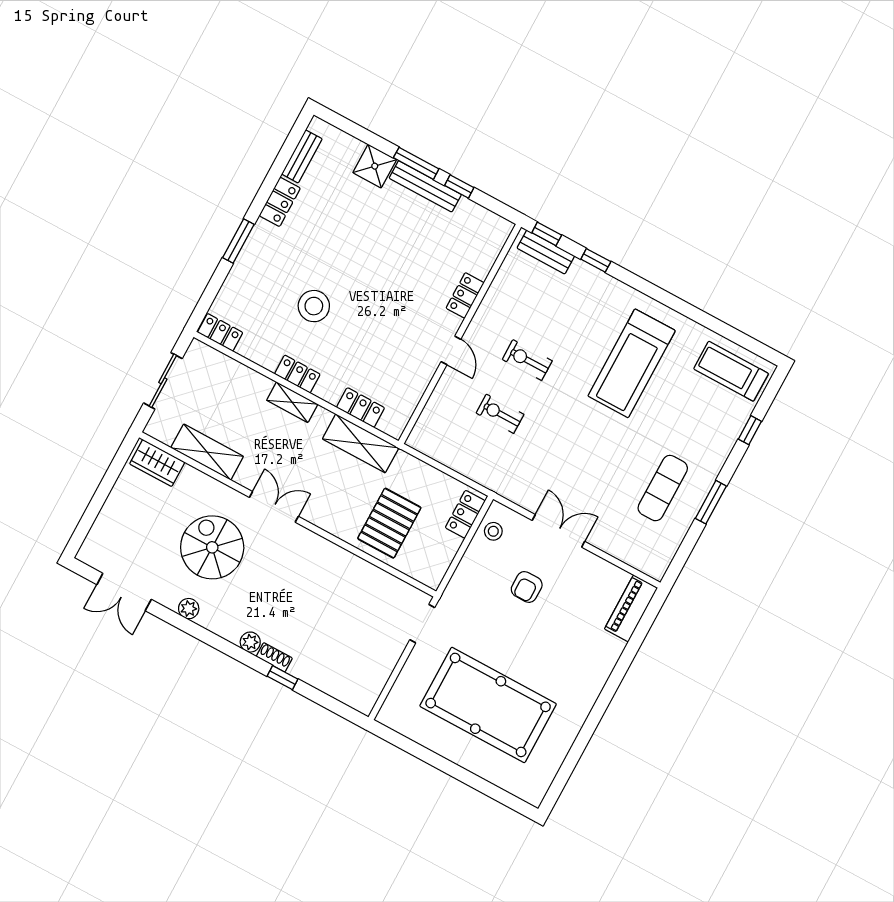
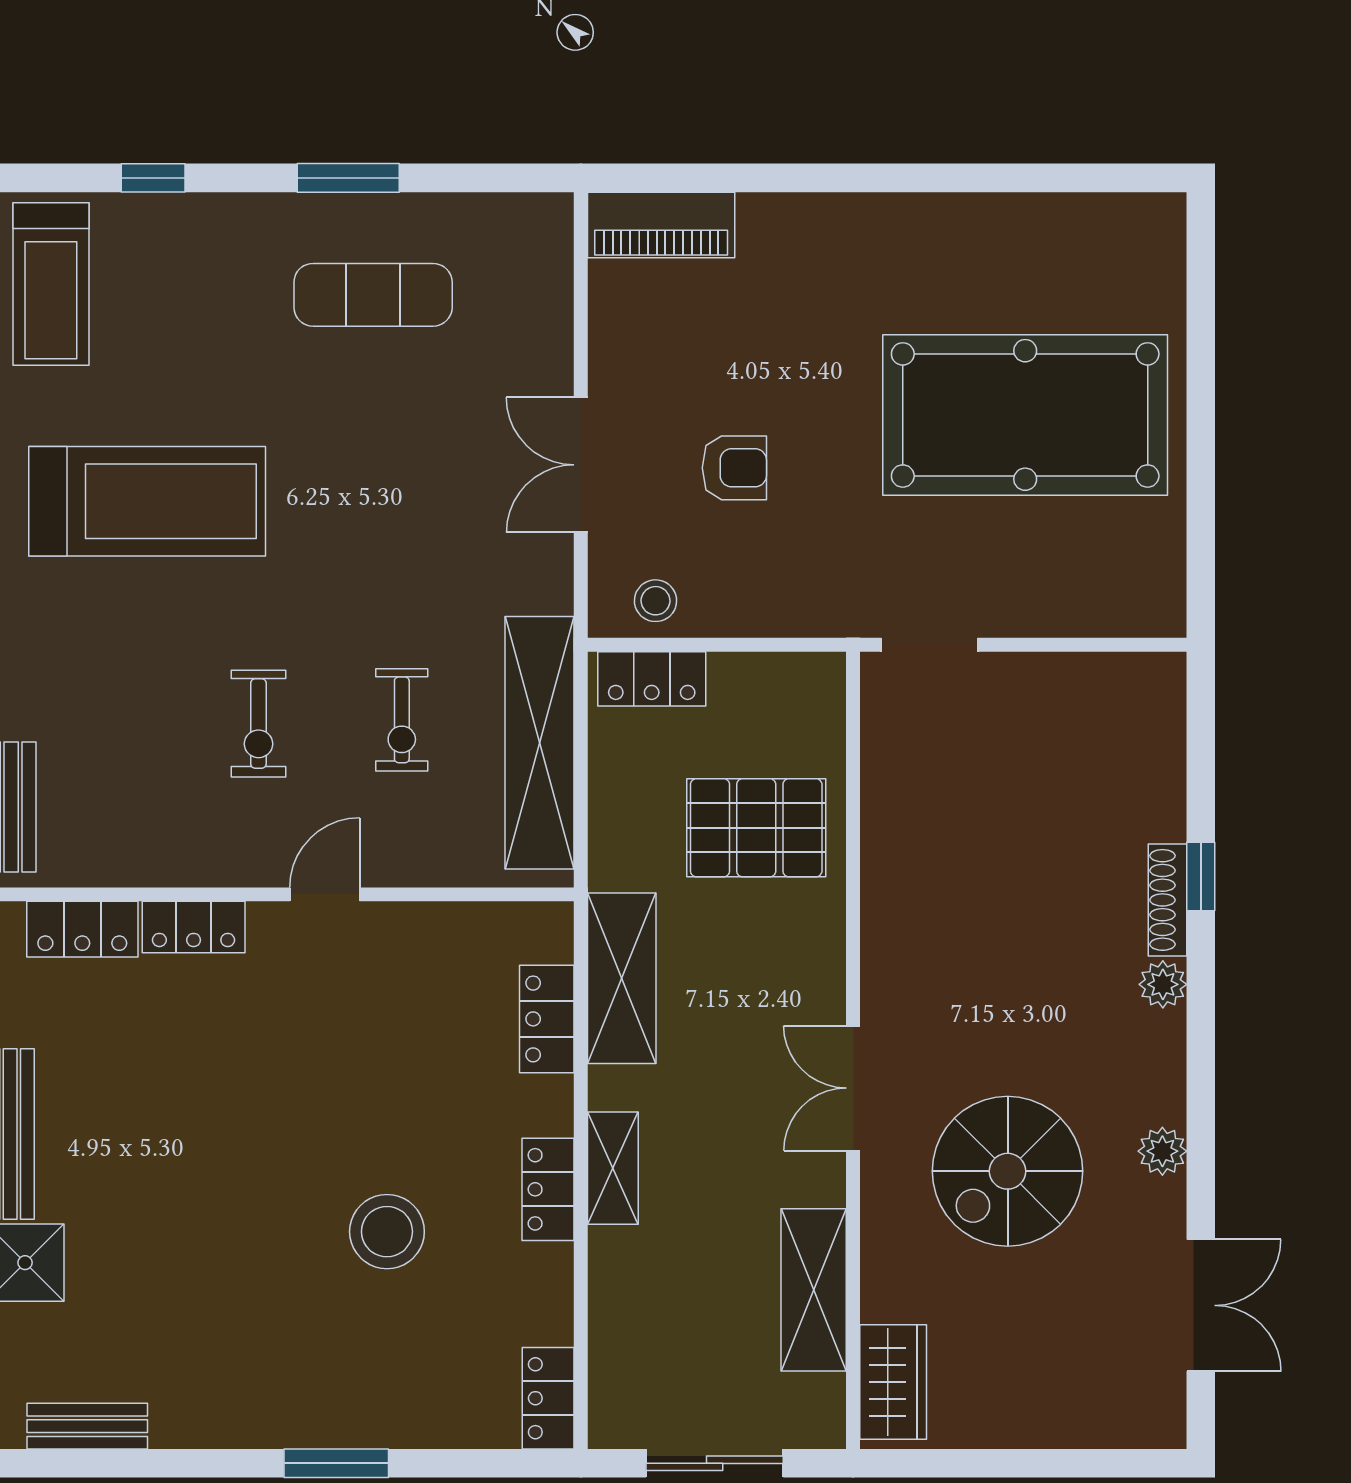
locker: (280, 202) -> (82, 929), moved, turned 180
shelving: (464, 460) -> (539, 743), added
shoe rack: (274, 657) -> (1167, 900), width x1.43
pool table: (488, 705) -> (1025, 415), turned 90

